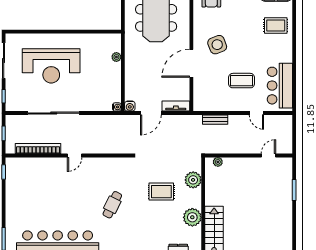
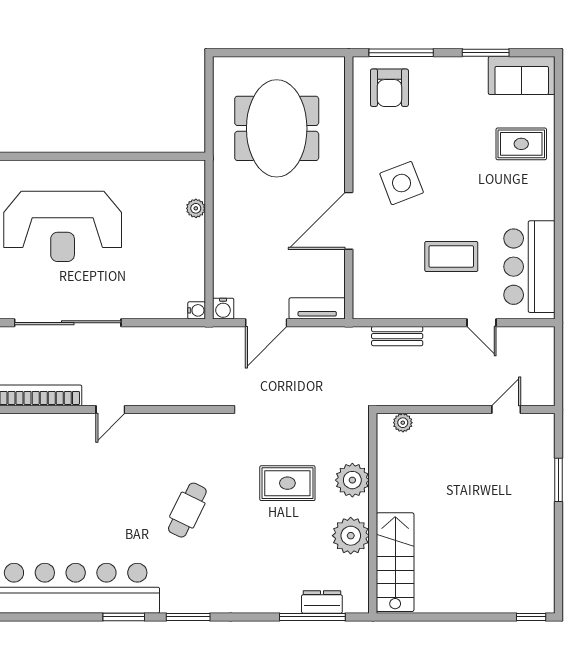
plant: (193, 180) -> (352, 480), moved

